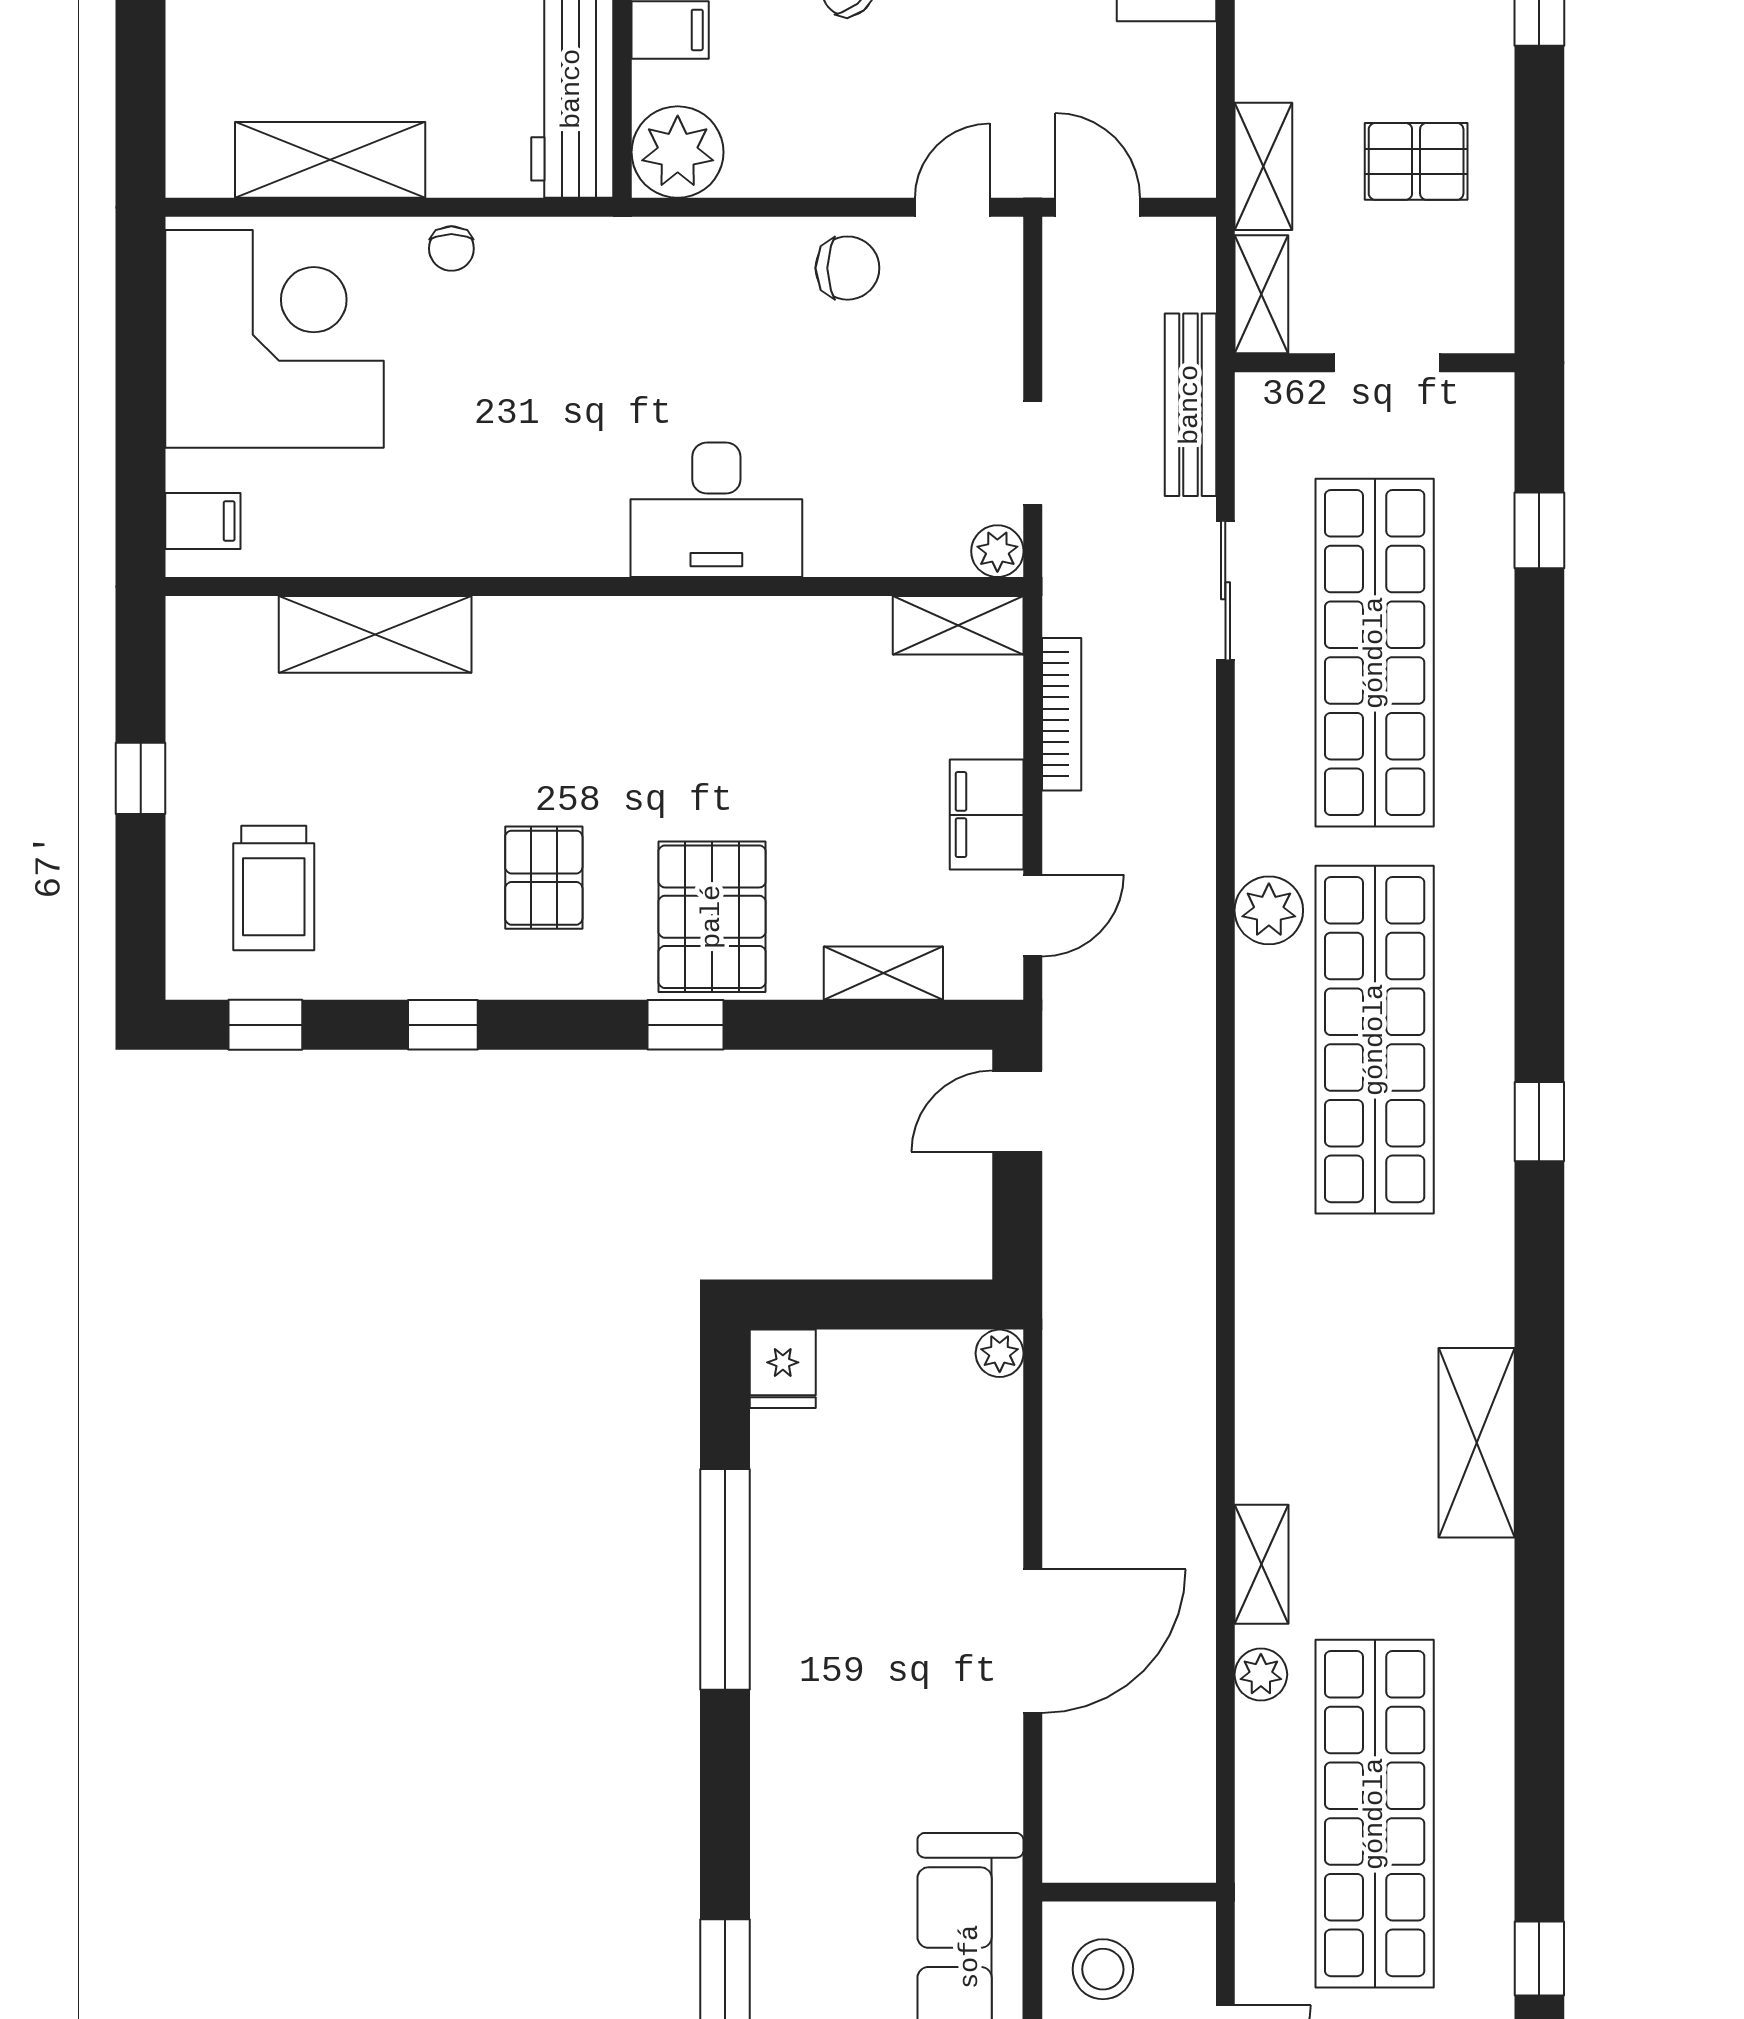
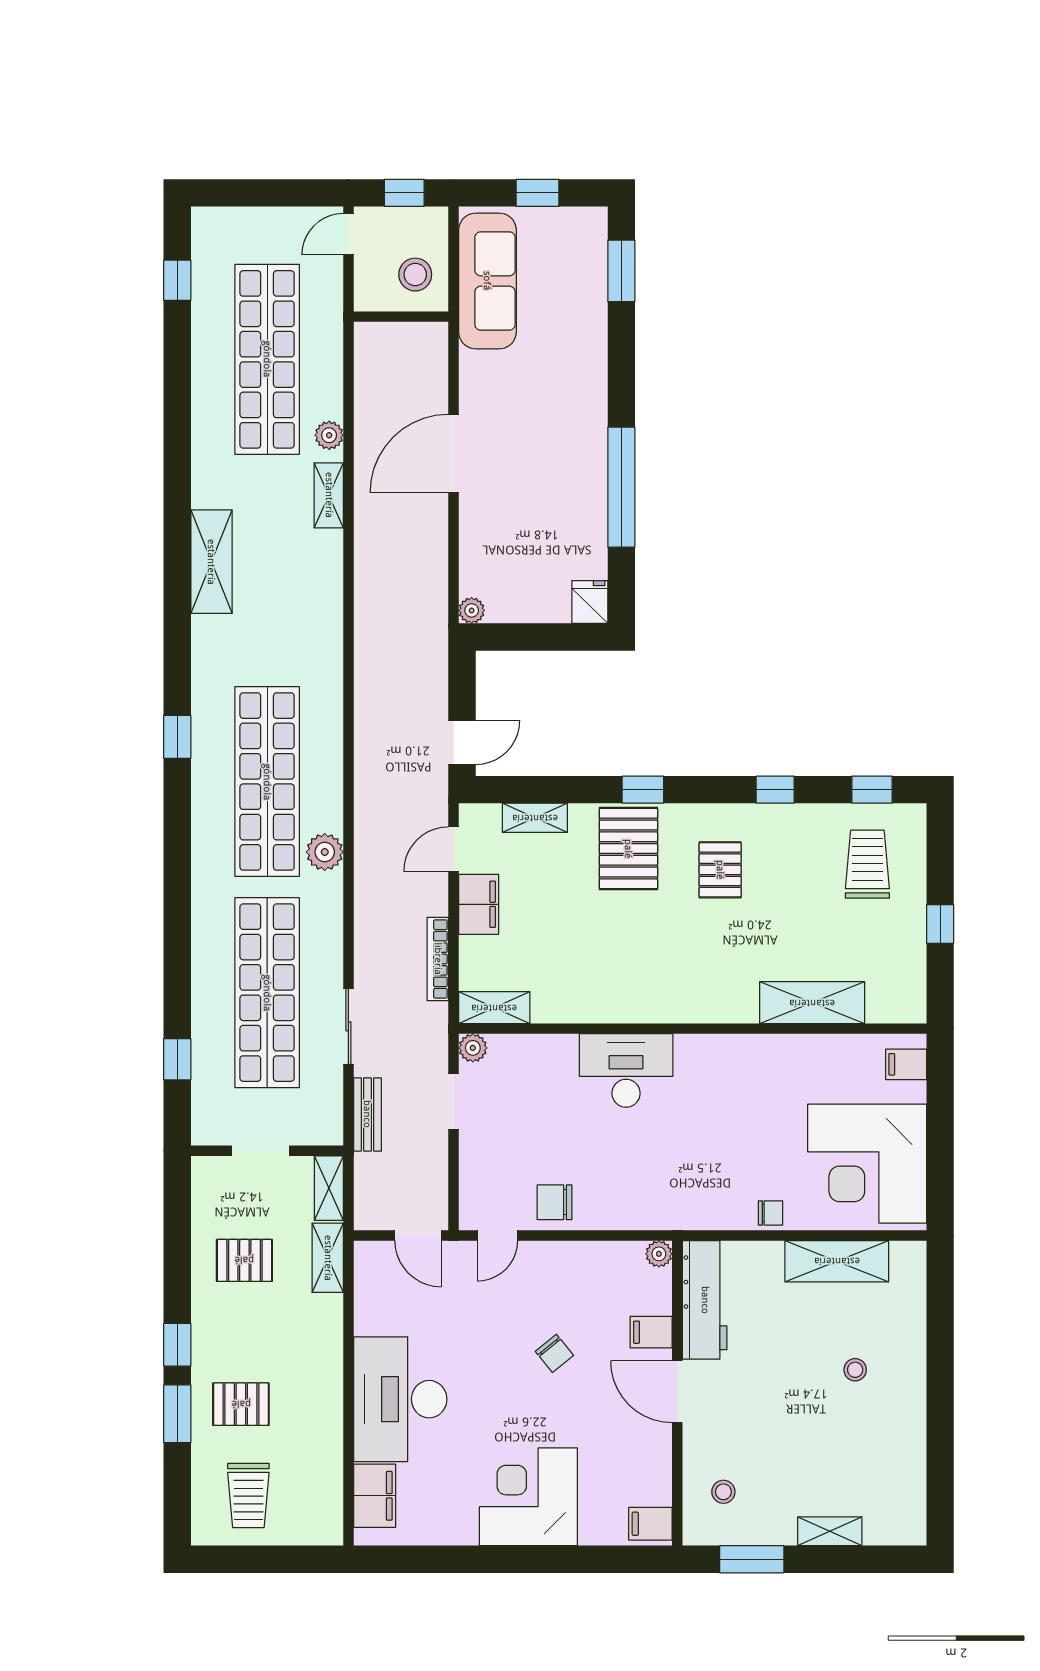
plant: (678, 152) -> (659, 1254), width x0.53, depth x0.53
chair: (451, 249) -> (771, 1213), turned 90
bench: (1190, 405) -> (367, 1114), width x0.73

